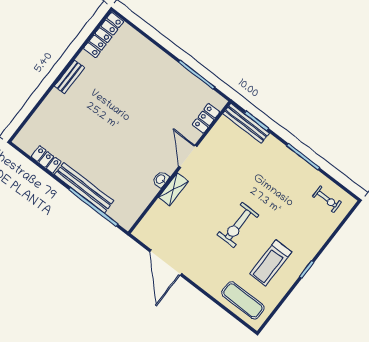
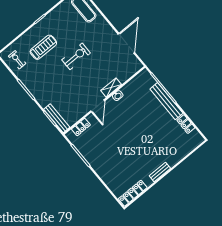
treadmill: (271, 263) -> (43, 47), moved

